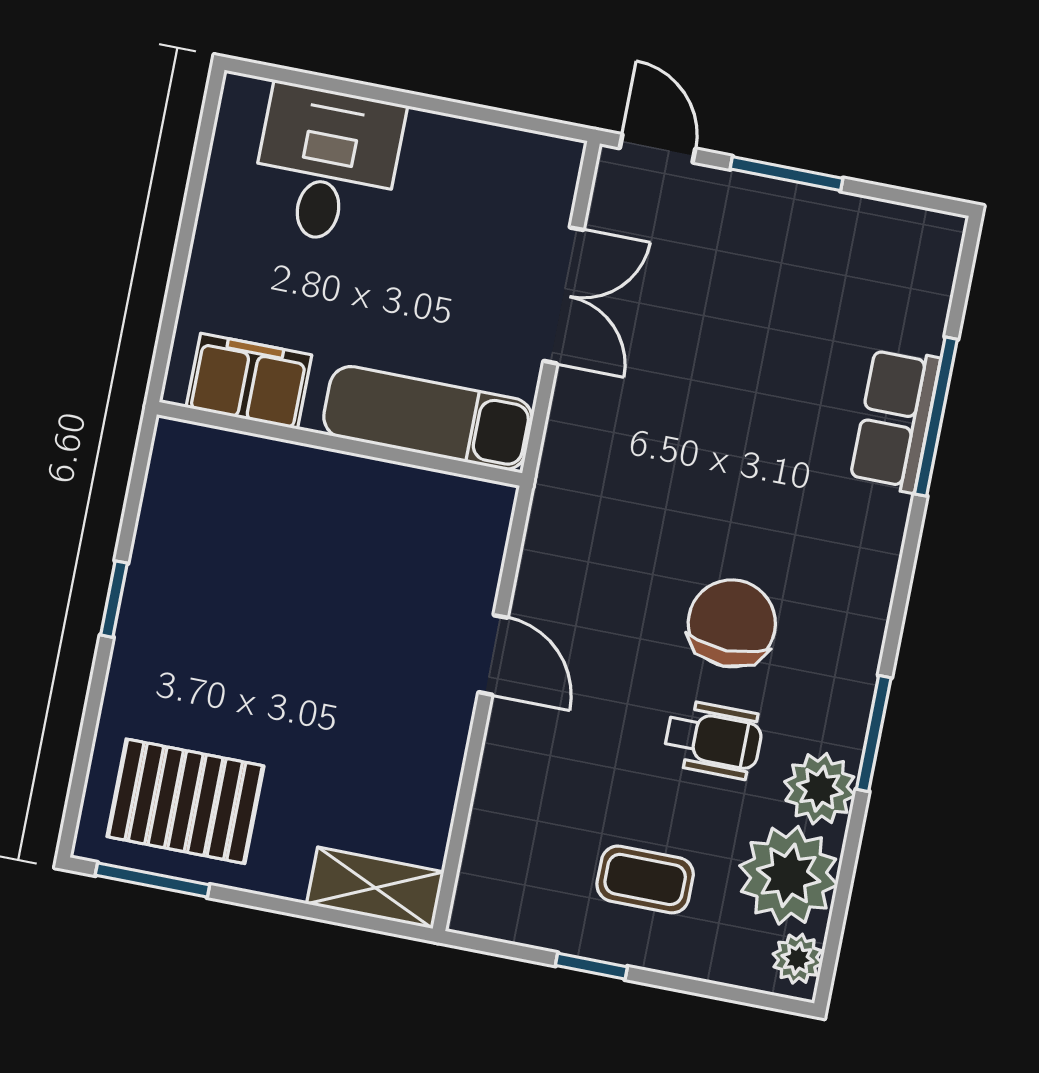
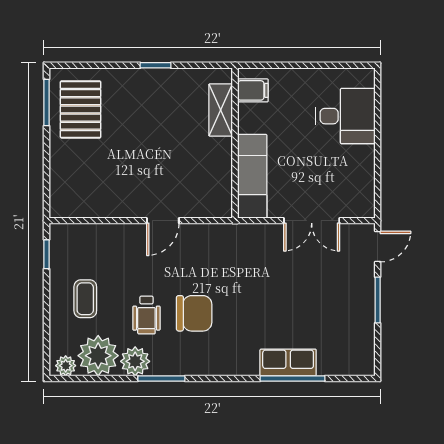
filing cabinet: (249, 381) -> (253, 90), width x0.50
shelving: (375, 888) -> (221, 110), moved
window: (591, 966) -> (47, 254), moved

